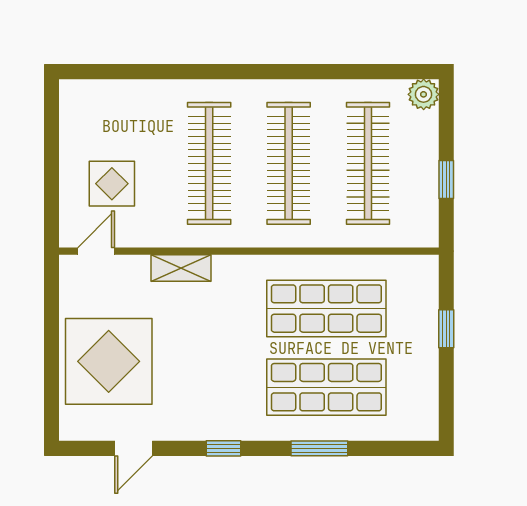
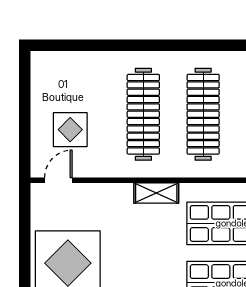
shelving: (181, 268) -> (156, 193), moved

